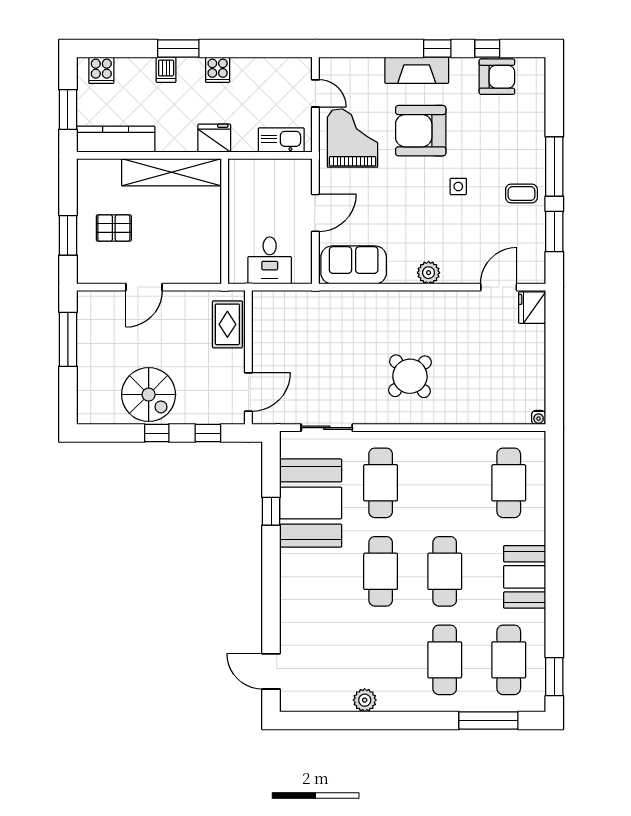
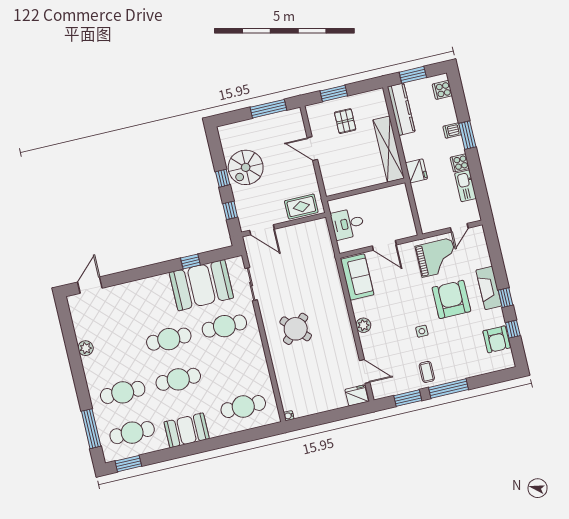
kitchen sink: (281, 140) -> (466, 186), moved, turned 180

